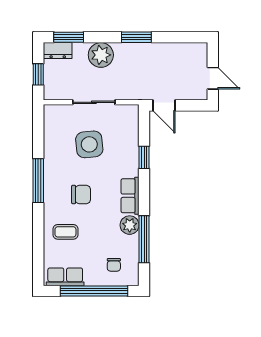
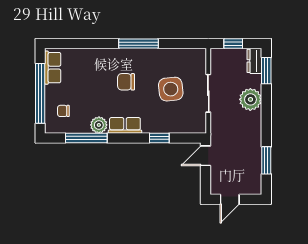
window: (136, 37) -> (266, 160), moved
chair: (81, 195) -> (126, 82), turned 90
coffee table: (65, 232) -> (93, 68), removed

